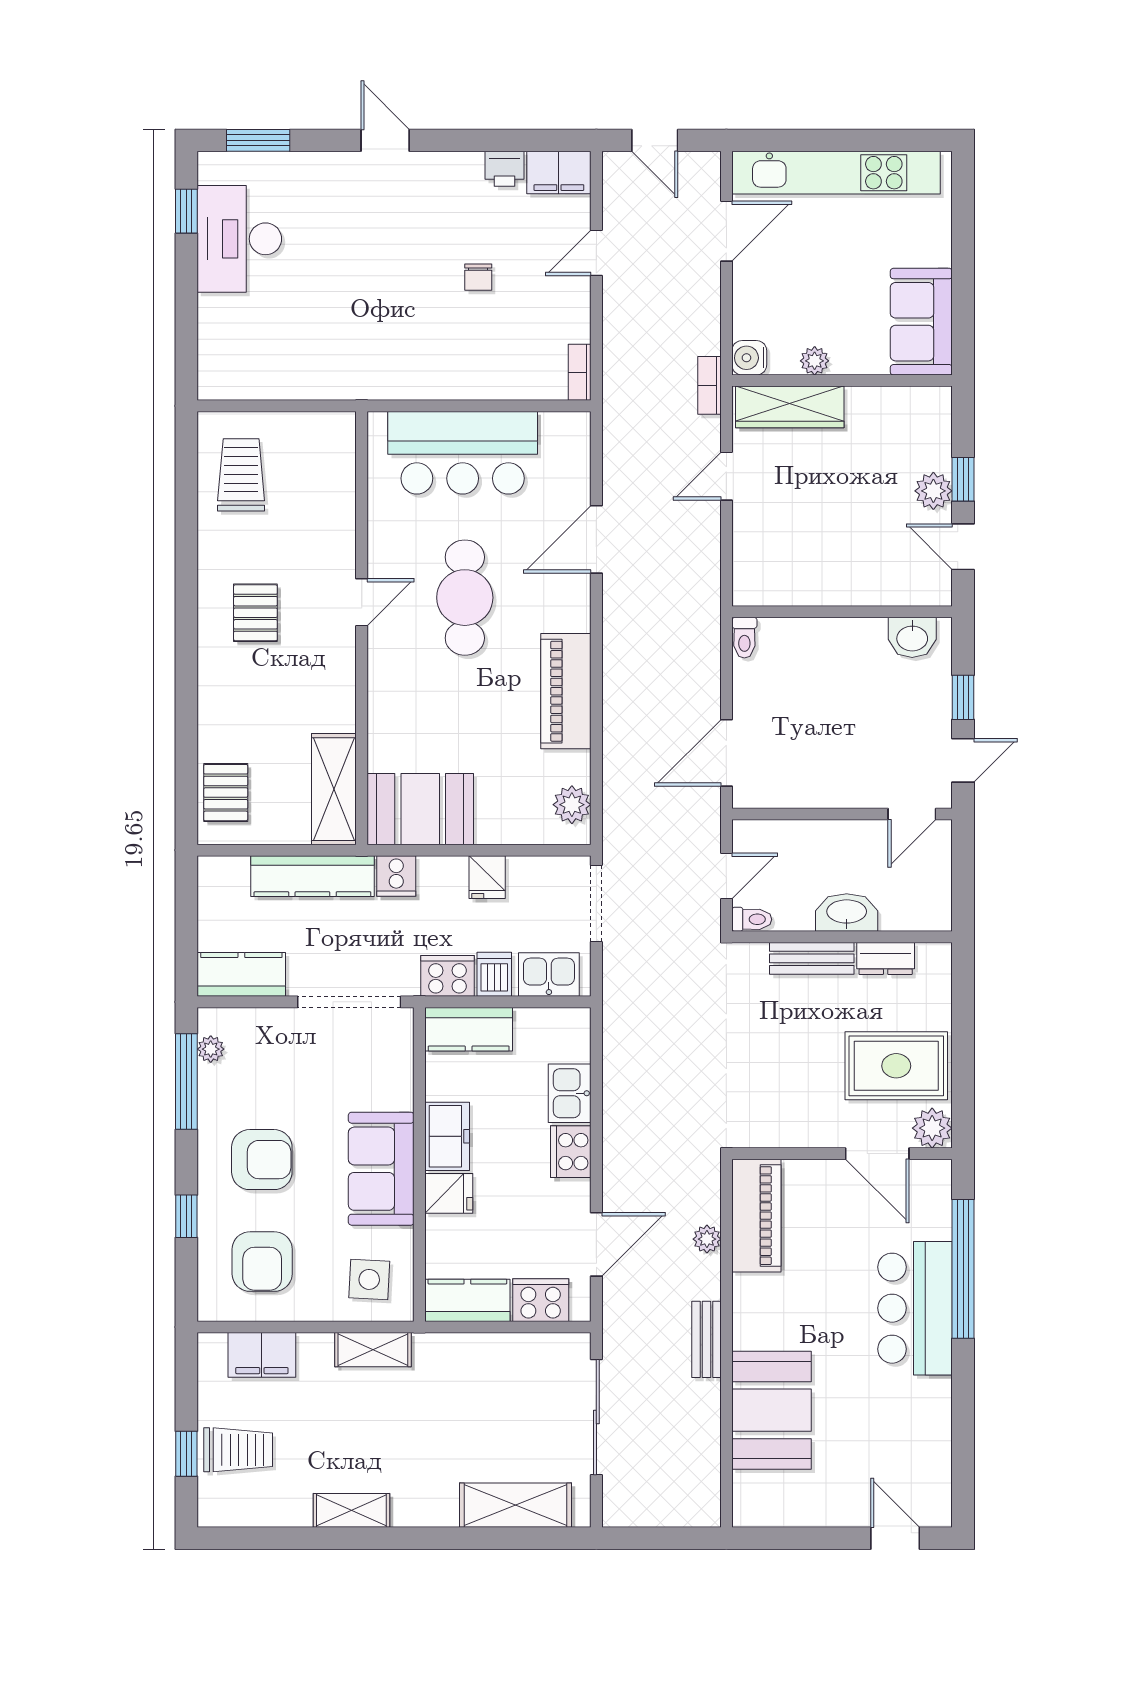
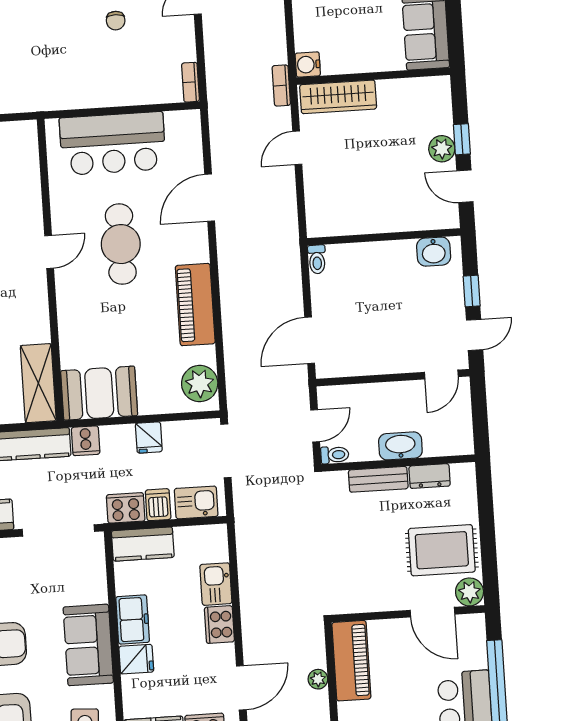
plant: (815, 361) -> (353, 64), removed
plant: (572, 805) -> (200, 384), width x1.36, depth x1.36

